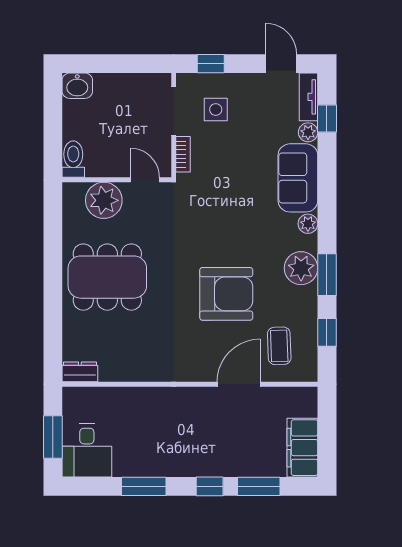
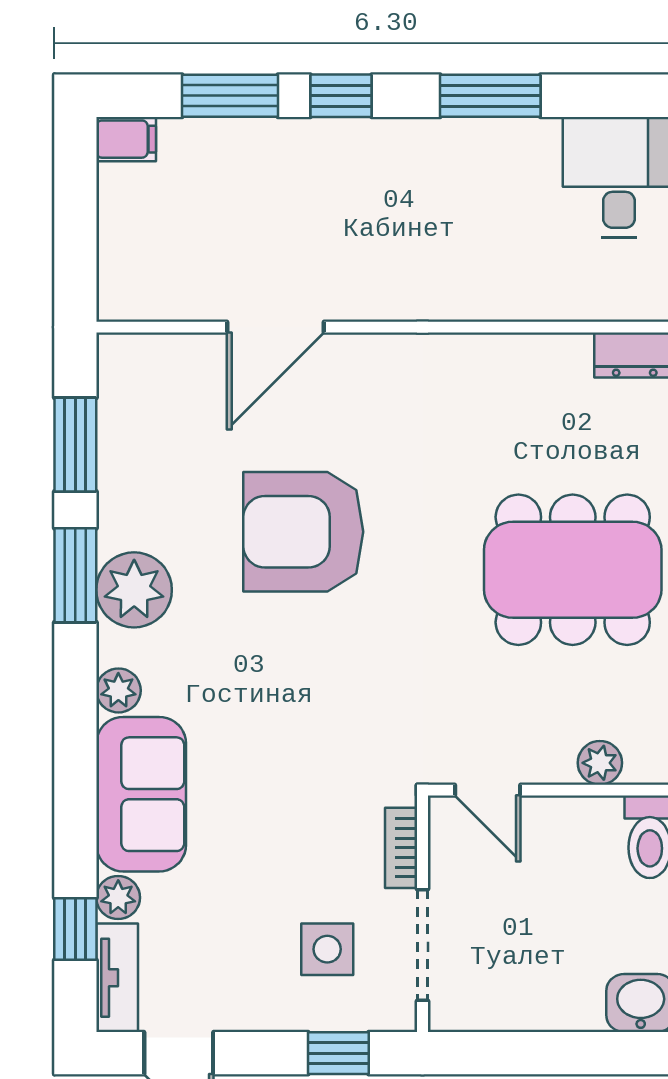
plant: (104, 200) -> (600, 763), width x0.53, depth x0.53
window: (327, 332) -> (75, 445), width x1.50
coffee table: (279, 346) -> (184, 414), removed
filing cabinet: (302, 448) -> (126, 139), width x0.33, depth x0.86

